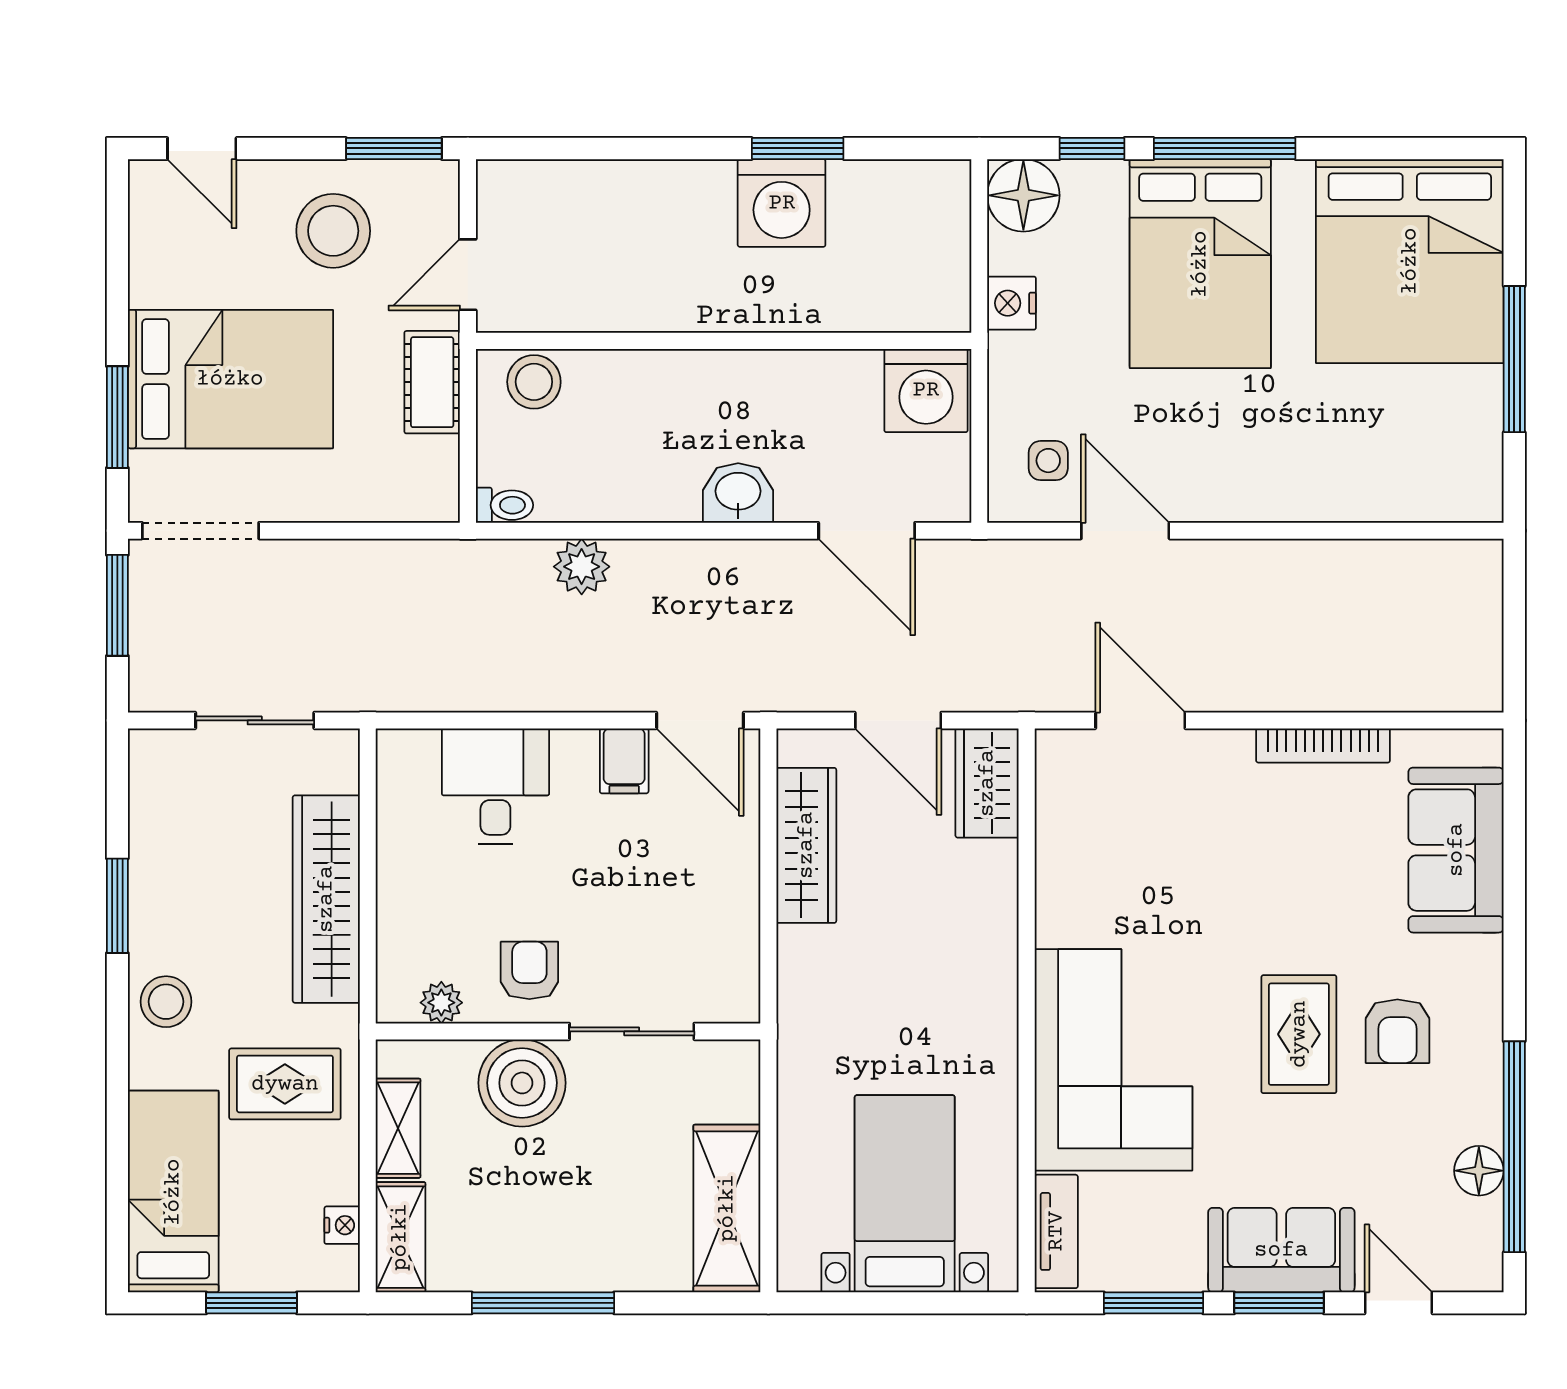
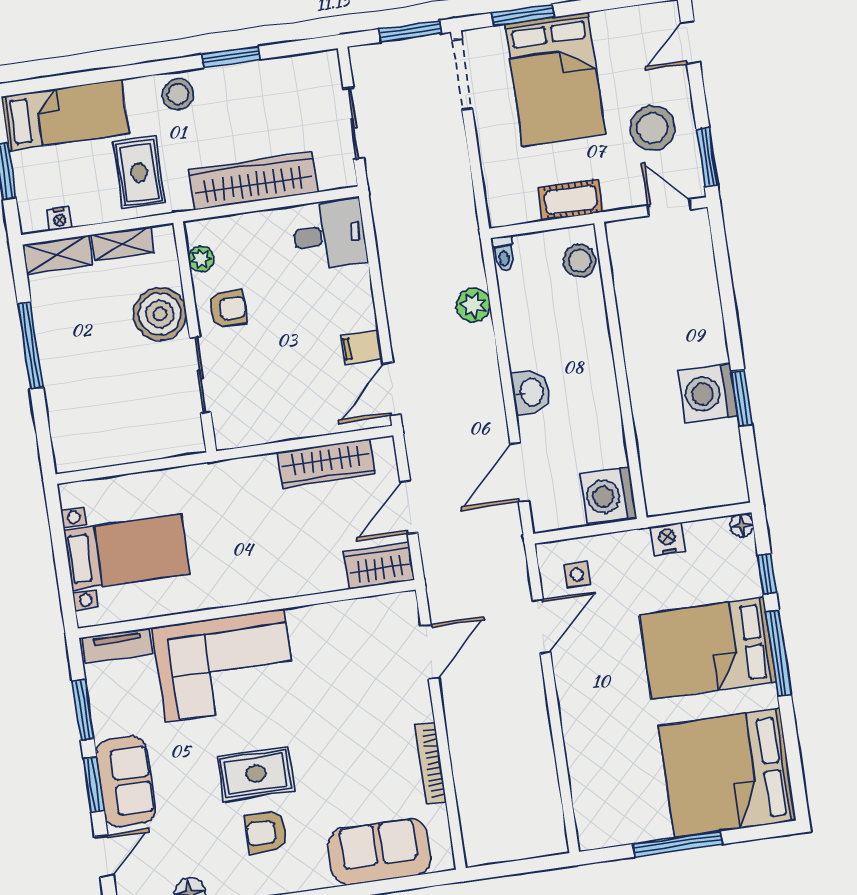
floor lamp: (1023, 195) -> (742, 525), width x0.53, depth x0.53
door: (468, 275) -> (669, 207), moved
desk: (495, 786) -> (329, 235), moved
shelving: (727, 1208) -> (103, 447), removed

